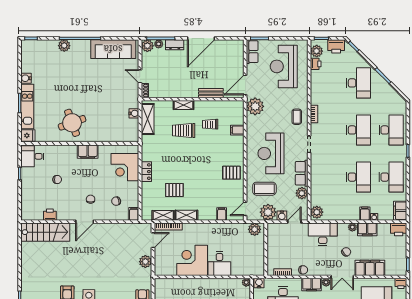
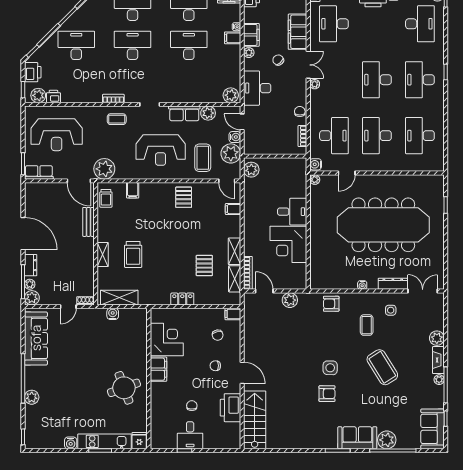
trolley: (210, 124) -> (106, 198), moved
desk: (32, 156) -> (190, 435), moved
corner desk: (125, 167) -> (167, 340), moved, turned -90
printer: (50, 215) -> (230, 408), width x1.87, depth x1.48
filing cabinet: (312, 285) -> (317, 101), removed

